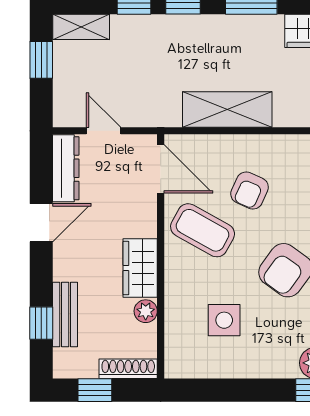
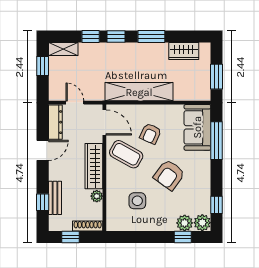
shelving: (227, 109) -> (139, 92), width x1.47
wardrobe: (140, 268) -> (94, 166), width x1.50

